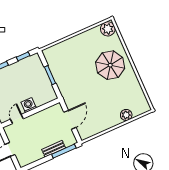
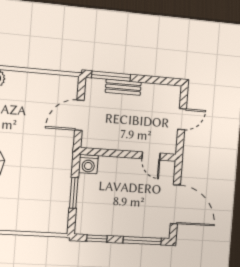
washing machine: (29, 105) -> (88, 164), moved
door: (17, 119) -> (151, 156), hinge flipped

